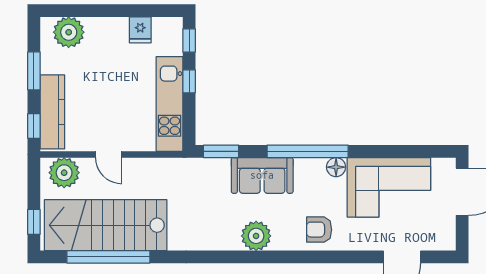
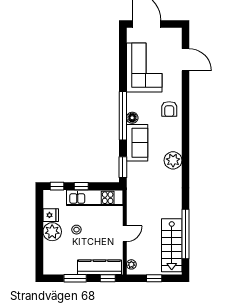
plant: (69, 32) -> (52, 232), moved
stool: (116, 73) -> (76, 230), added
floor lamp: (336, 167) -> (132, 118), moved
plant: (64, 173) -> (131, 264), width x0.53, depth x0.53
window: (34, 222) -> (154, 278), moved
stairs: (106, 225) -> (172, 245), width x0.73, depth x0.66
plant: (256, 236) -> (173, 160), moved

